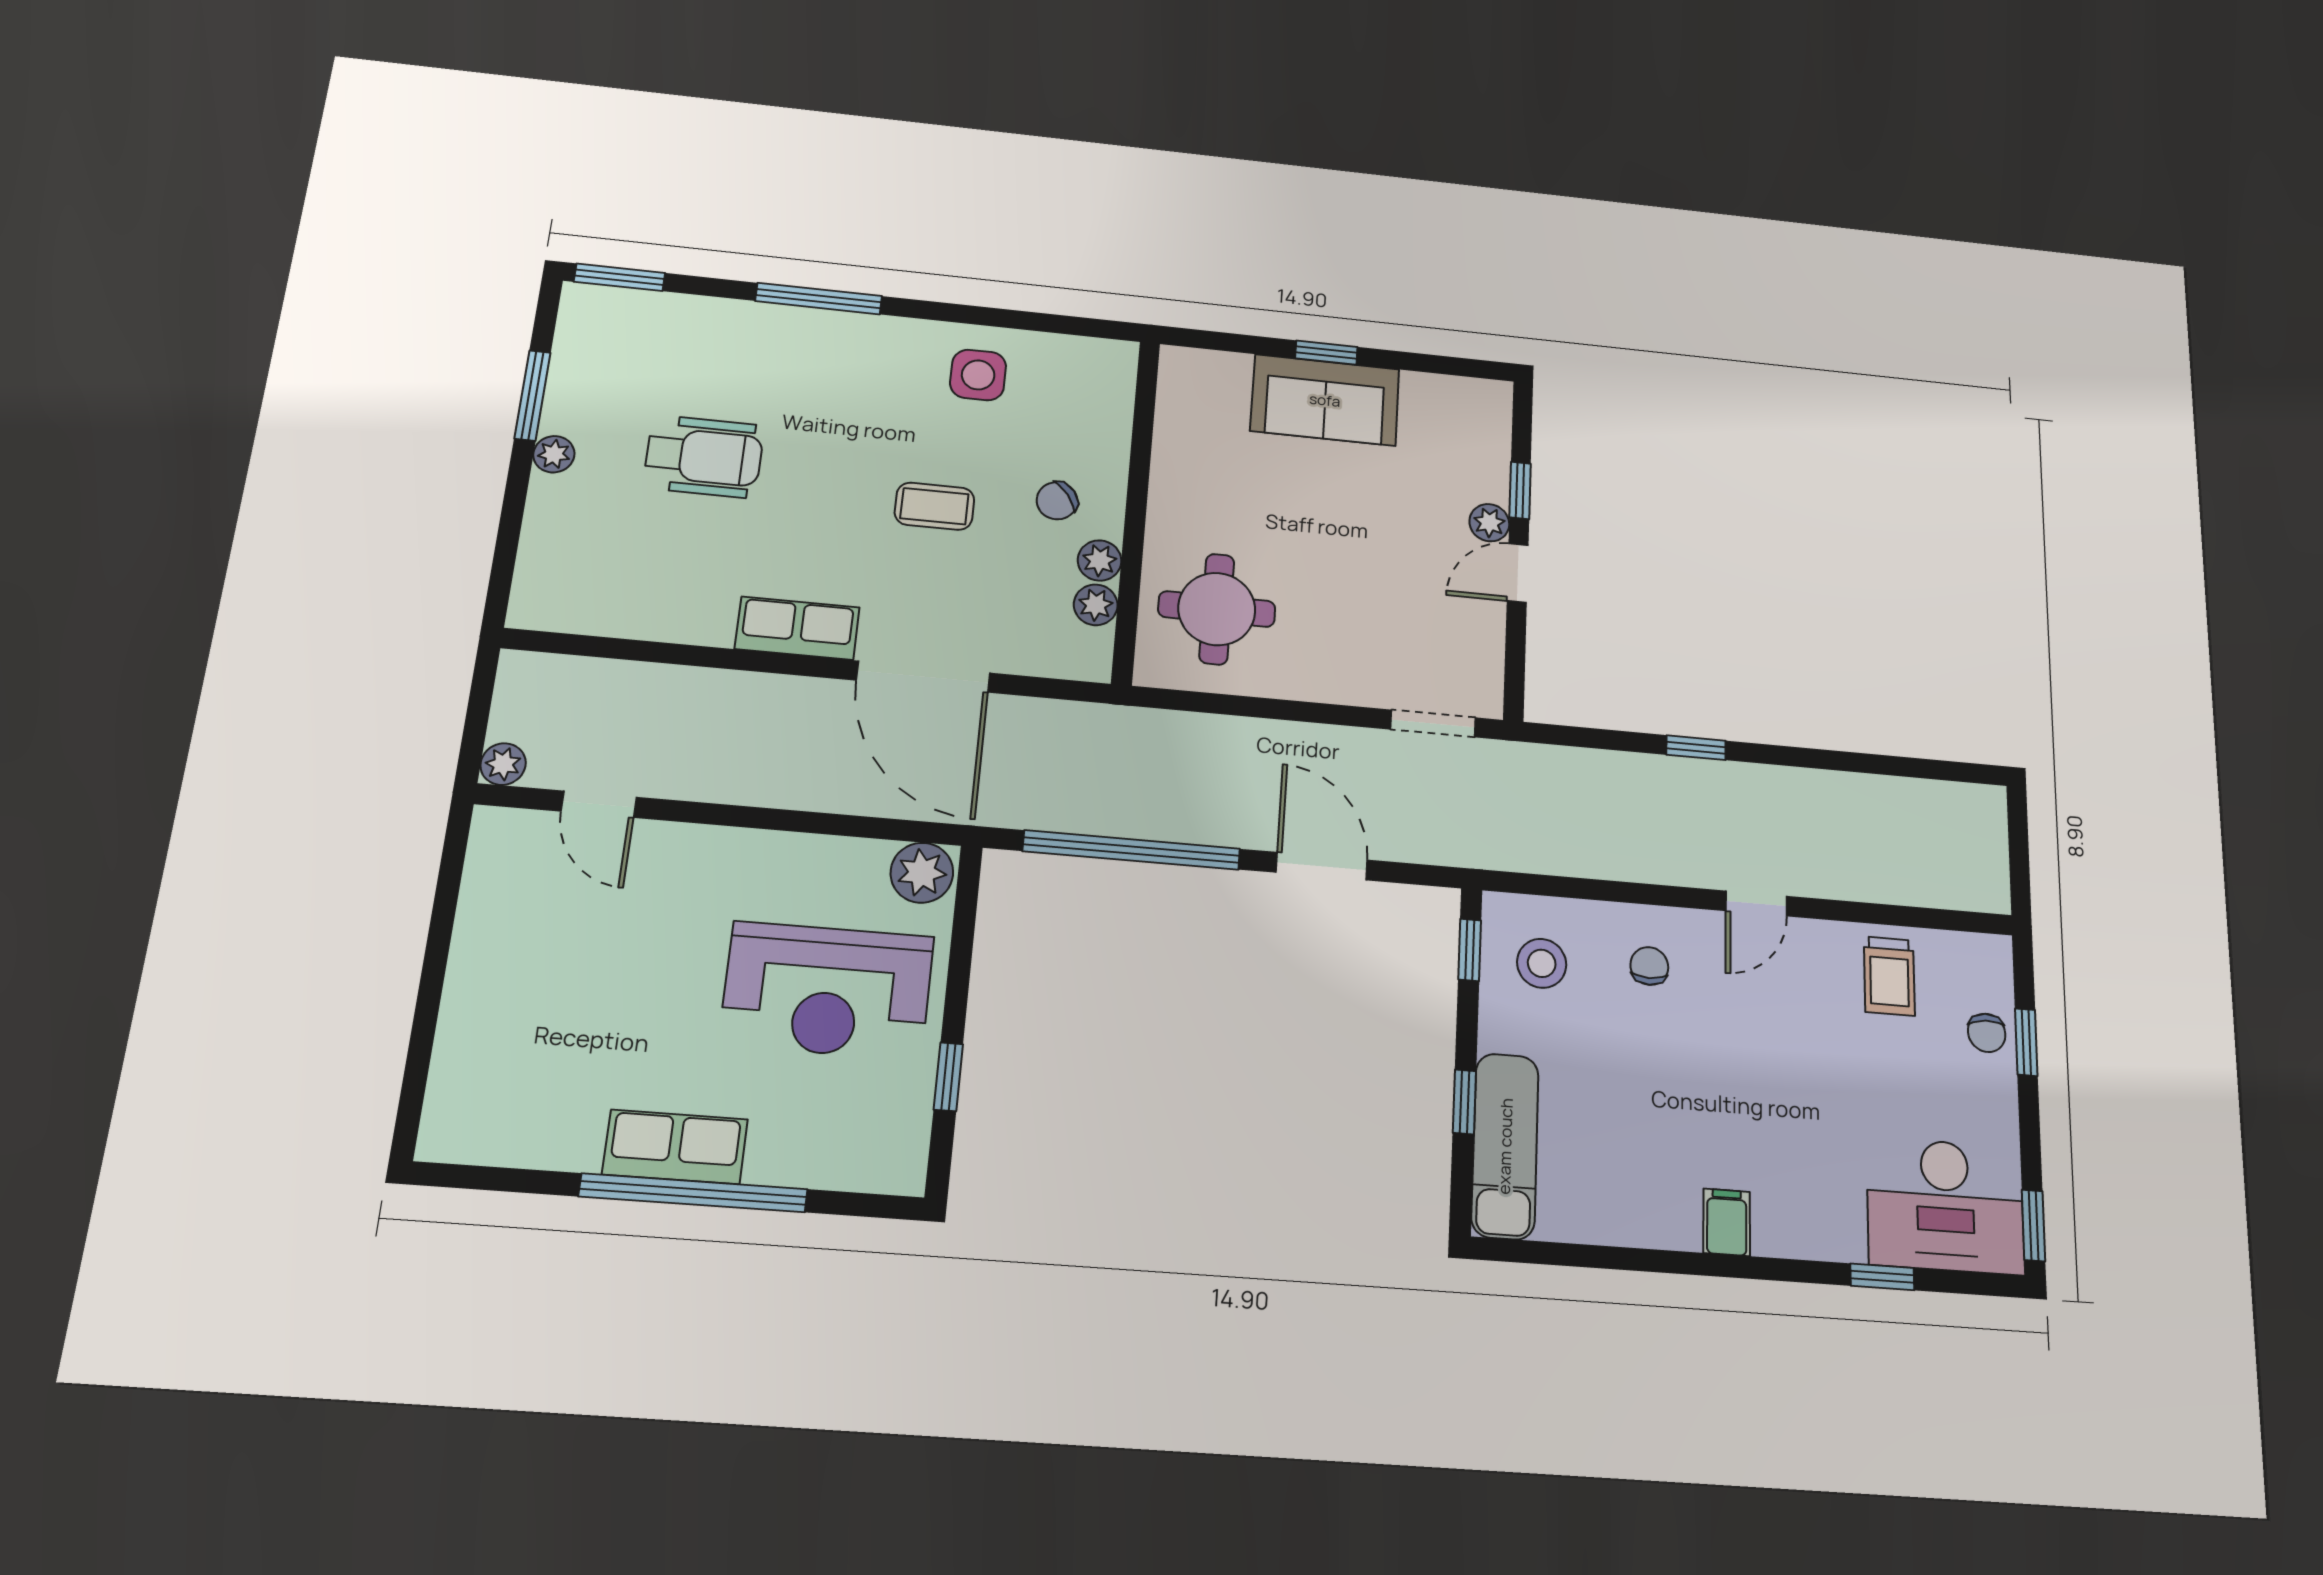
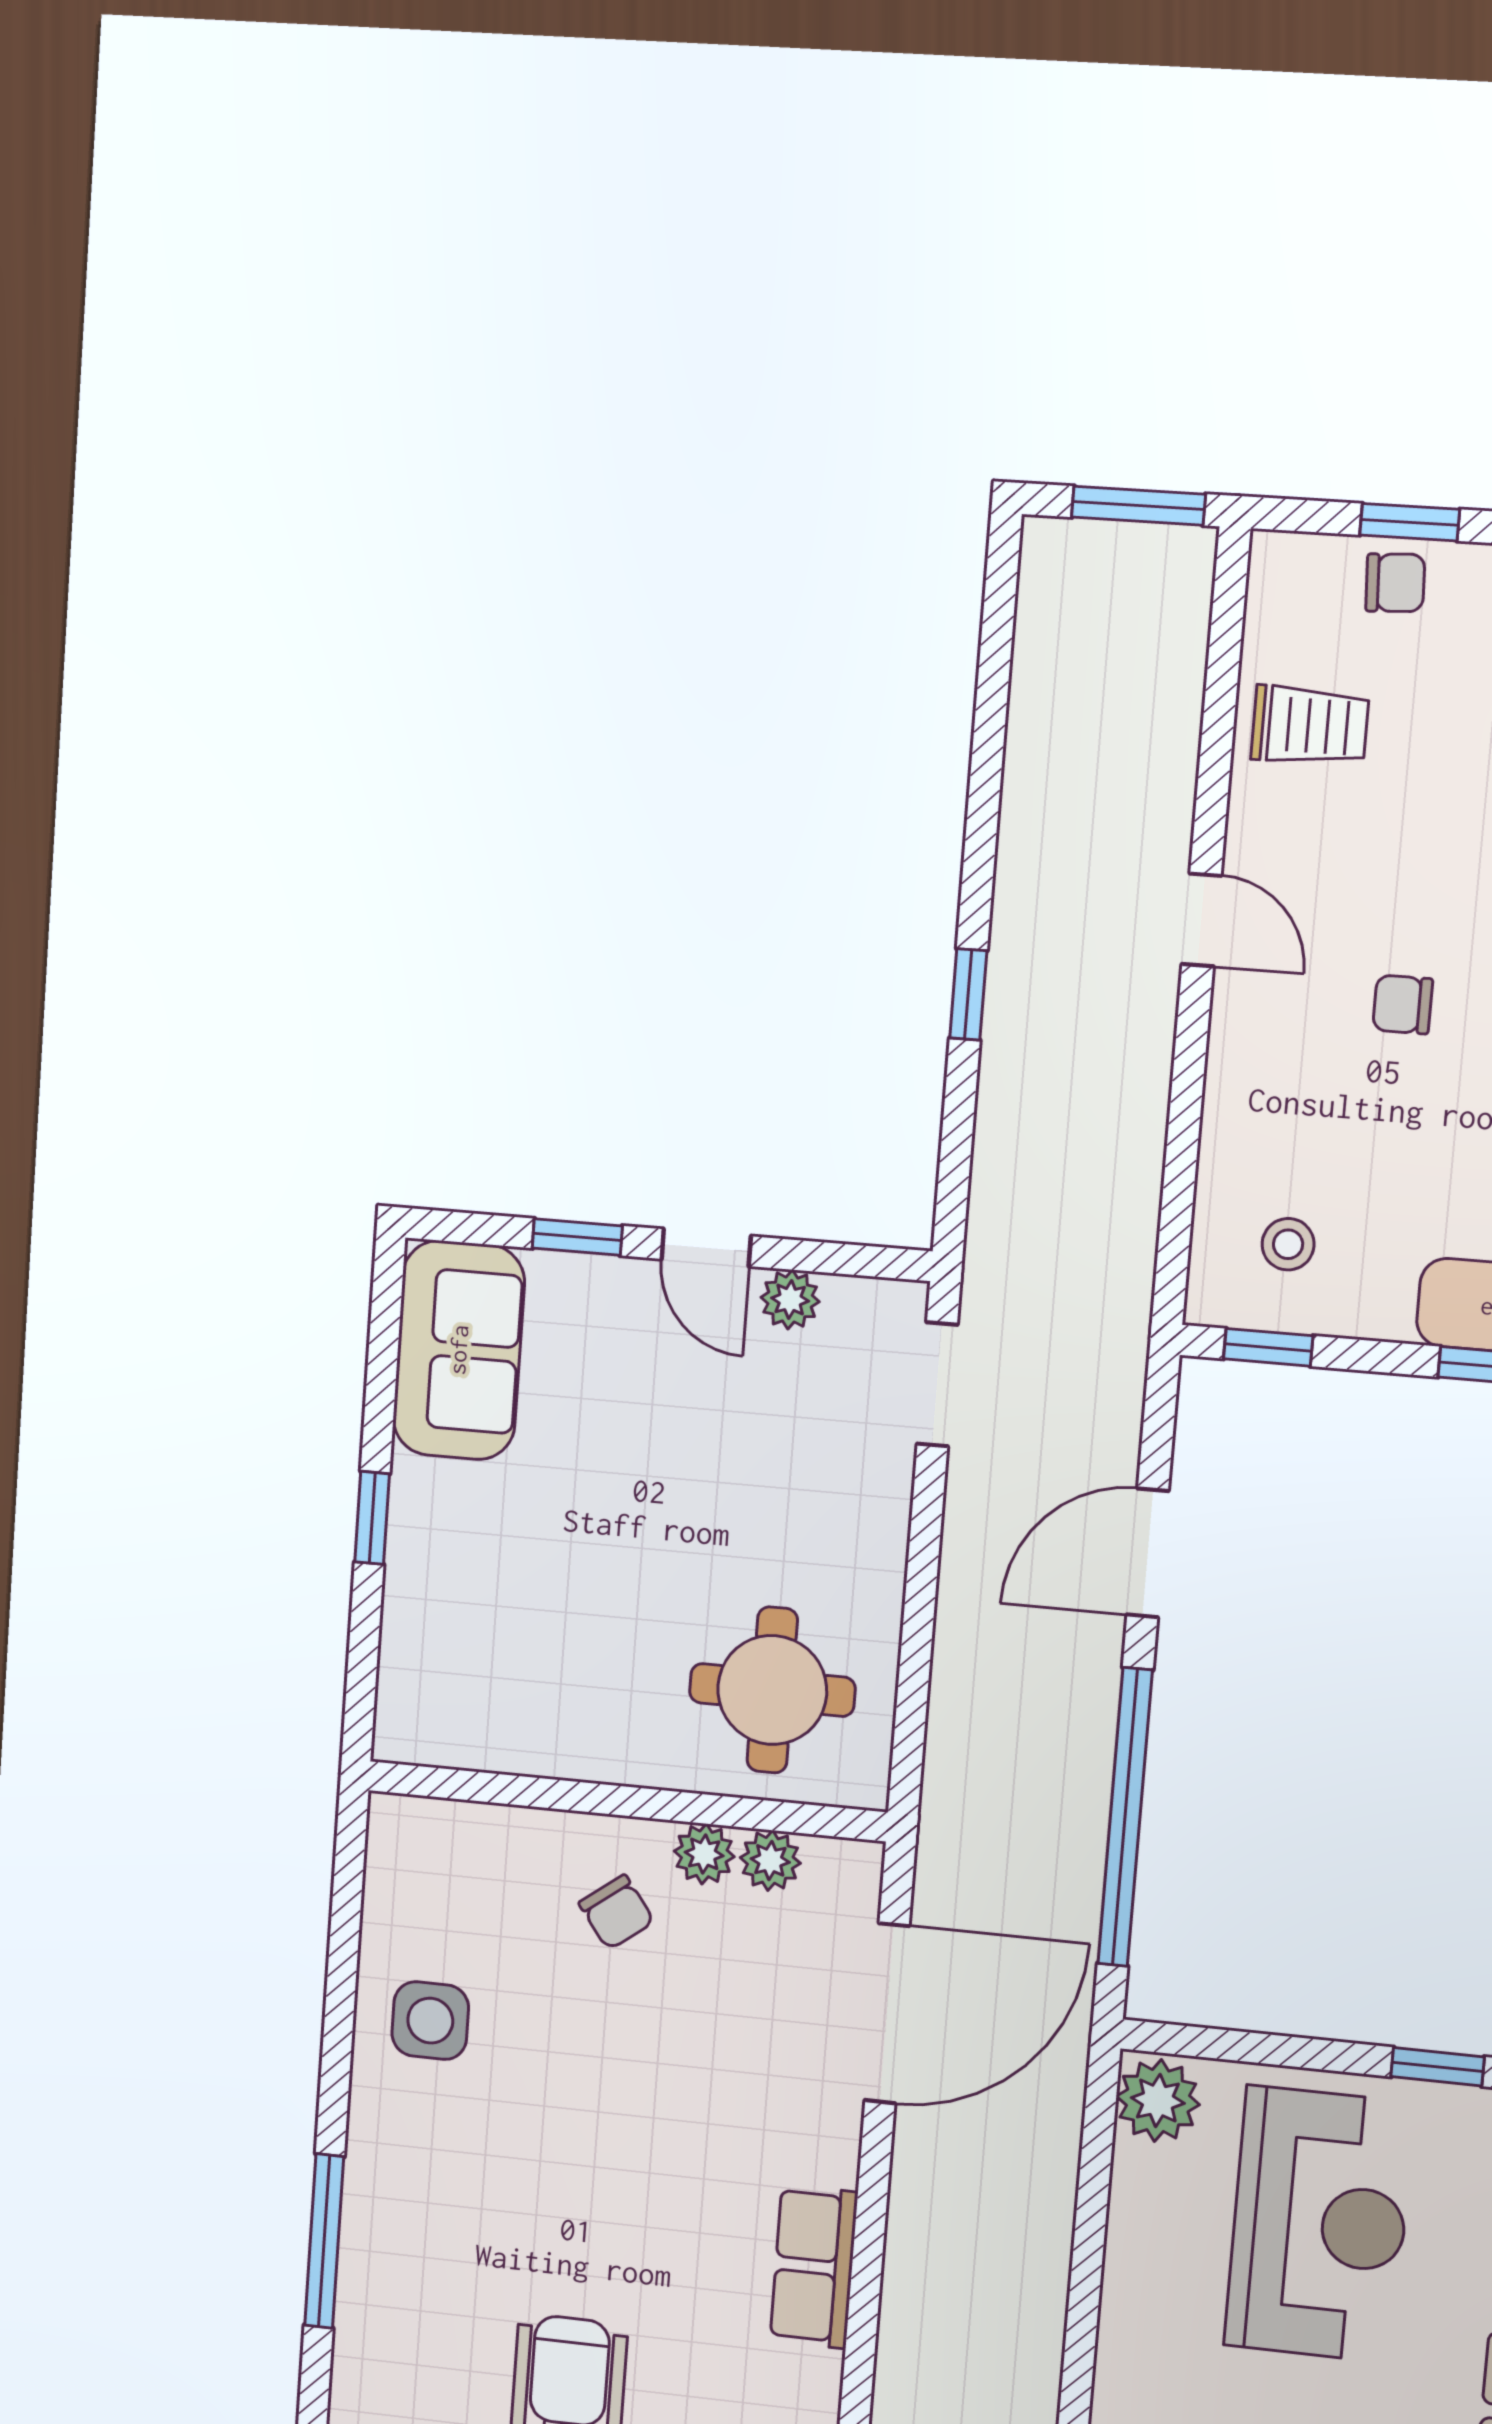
sofa: (1325, 400) -> (459, 1350), moved
coffee table: (934, 506) -> (630, 2082), removed
plant: (1489, 523) -> (790, 1300), moved
door: (923, 677) -> (887, 2013), moved
window: (2019, 862) -> (1138, 506), added
stool: (1542, 963) -> (1288, 1244), width x0.73, depth x0.73
chair: (1649, 966) -> (1403, 1004), moved

